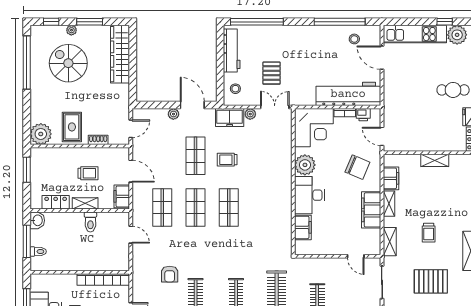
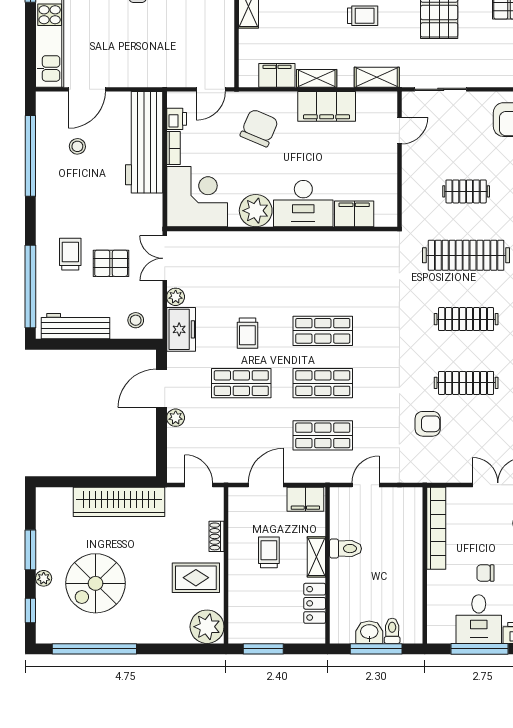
stool: (354, 39) -> (77, 146), moved
trolley: (277, 47) -> (70, 254), added
wardrobe: (120, 54) -> (119, 502), moved
washbasin: (37, 220) -> (369, 632), moved

